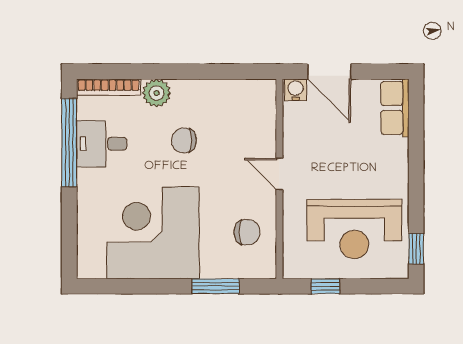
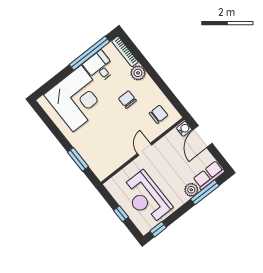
window: (416, 134) -> (205, 192), added
plant: (396, 152) -> (191, 190), added
chair: (247, 232) -> (158, 114), moved, turned -90
corner desk: (153, 233) -> (77, 98), moved, turned 90
window: (325, 286) -> (121, 214), moved

